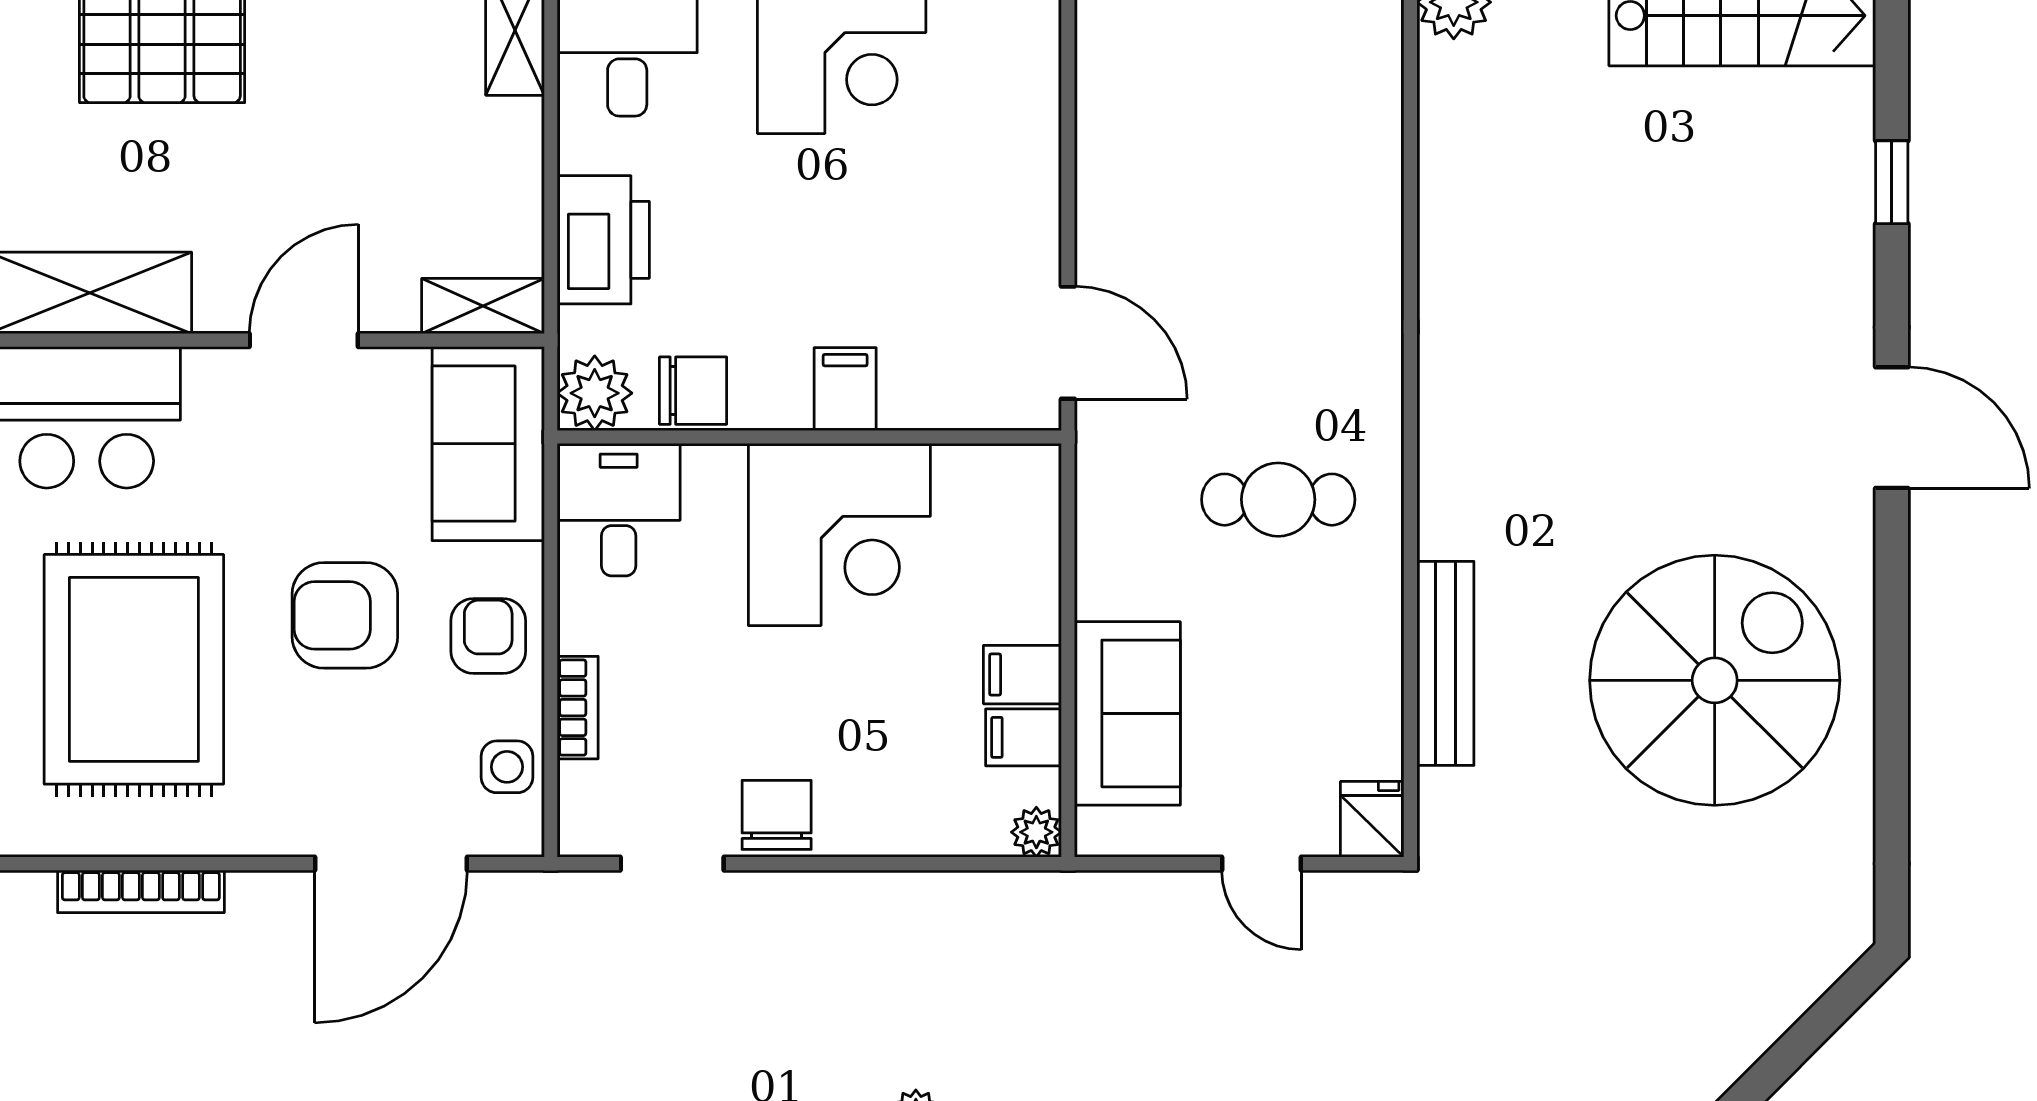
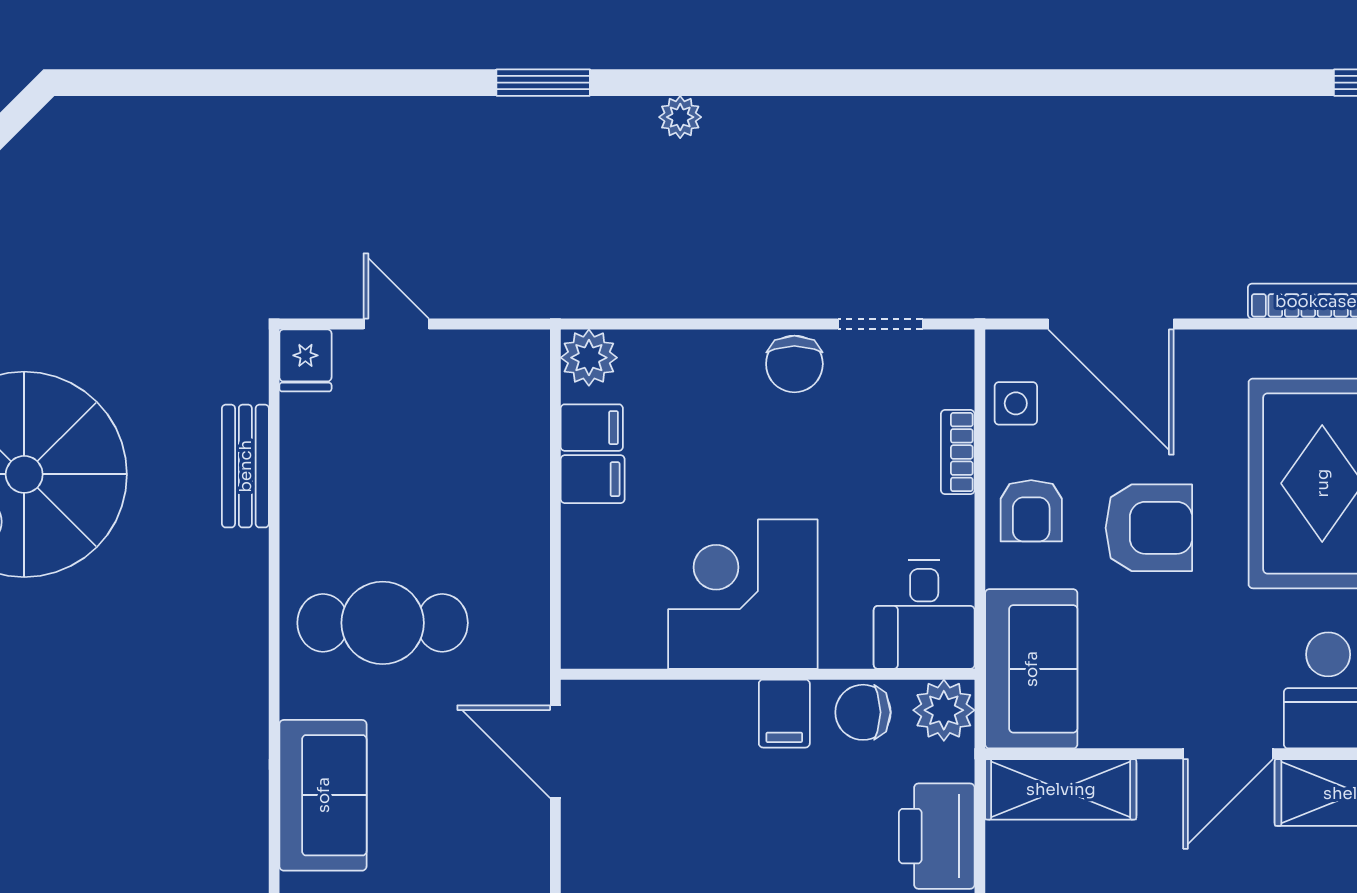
shelving: (483, 306) -> (1061, 789), width x1.50, depth x1.33
door: (304, 340) -> (1228, 754), moved
filing cabinet: (845, 389) -> (784, 714), moved
cafe table: (1278, 500) -> (383, 623), width x1.37, depth x1.35
bench: (1445, 663) -> (245, 466), width x0.73
sofa: (1127, 713) -> (323, 795), moved, turned 180
plant: (1036, 832) -> (589, 358), width x1.38, depth x1.38
door: (391, 864) -> (1111, 324), swing flipped

